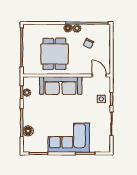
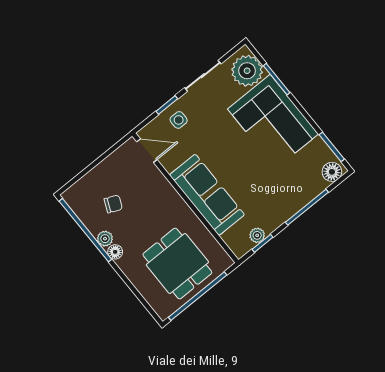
dining table: (54, 54) -> (177, 264), moved, turned 90
door: (99, 75) -> (147, 151), swing flipped
floor lamp: (28, 131) -> (332, 172), moved
plant: (99, 144) -> (247, 71), added

